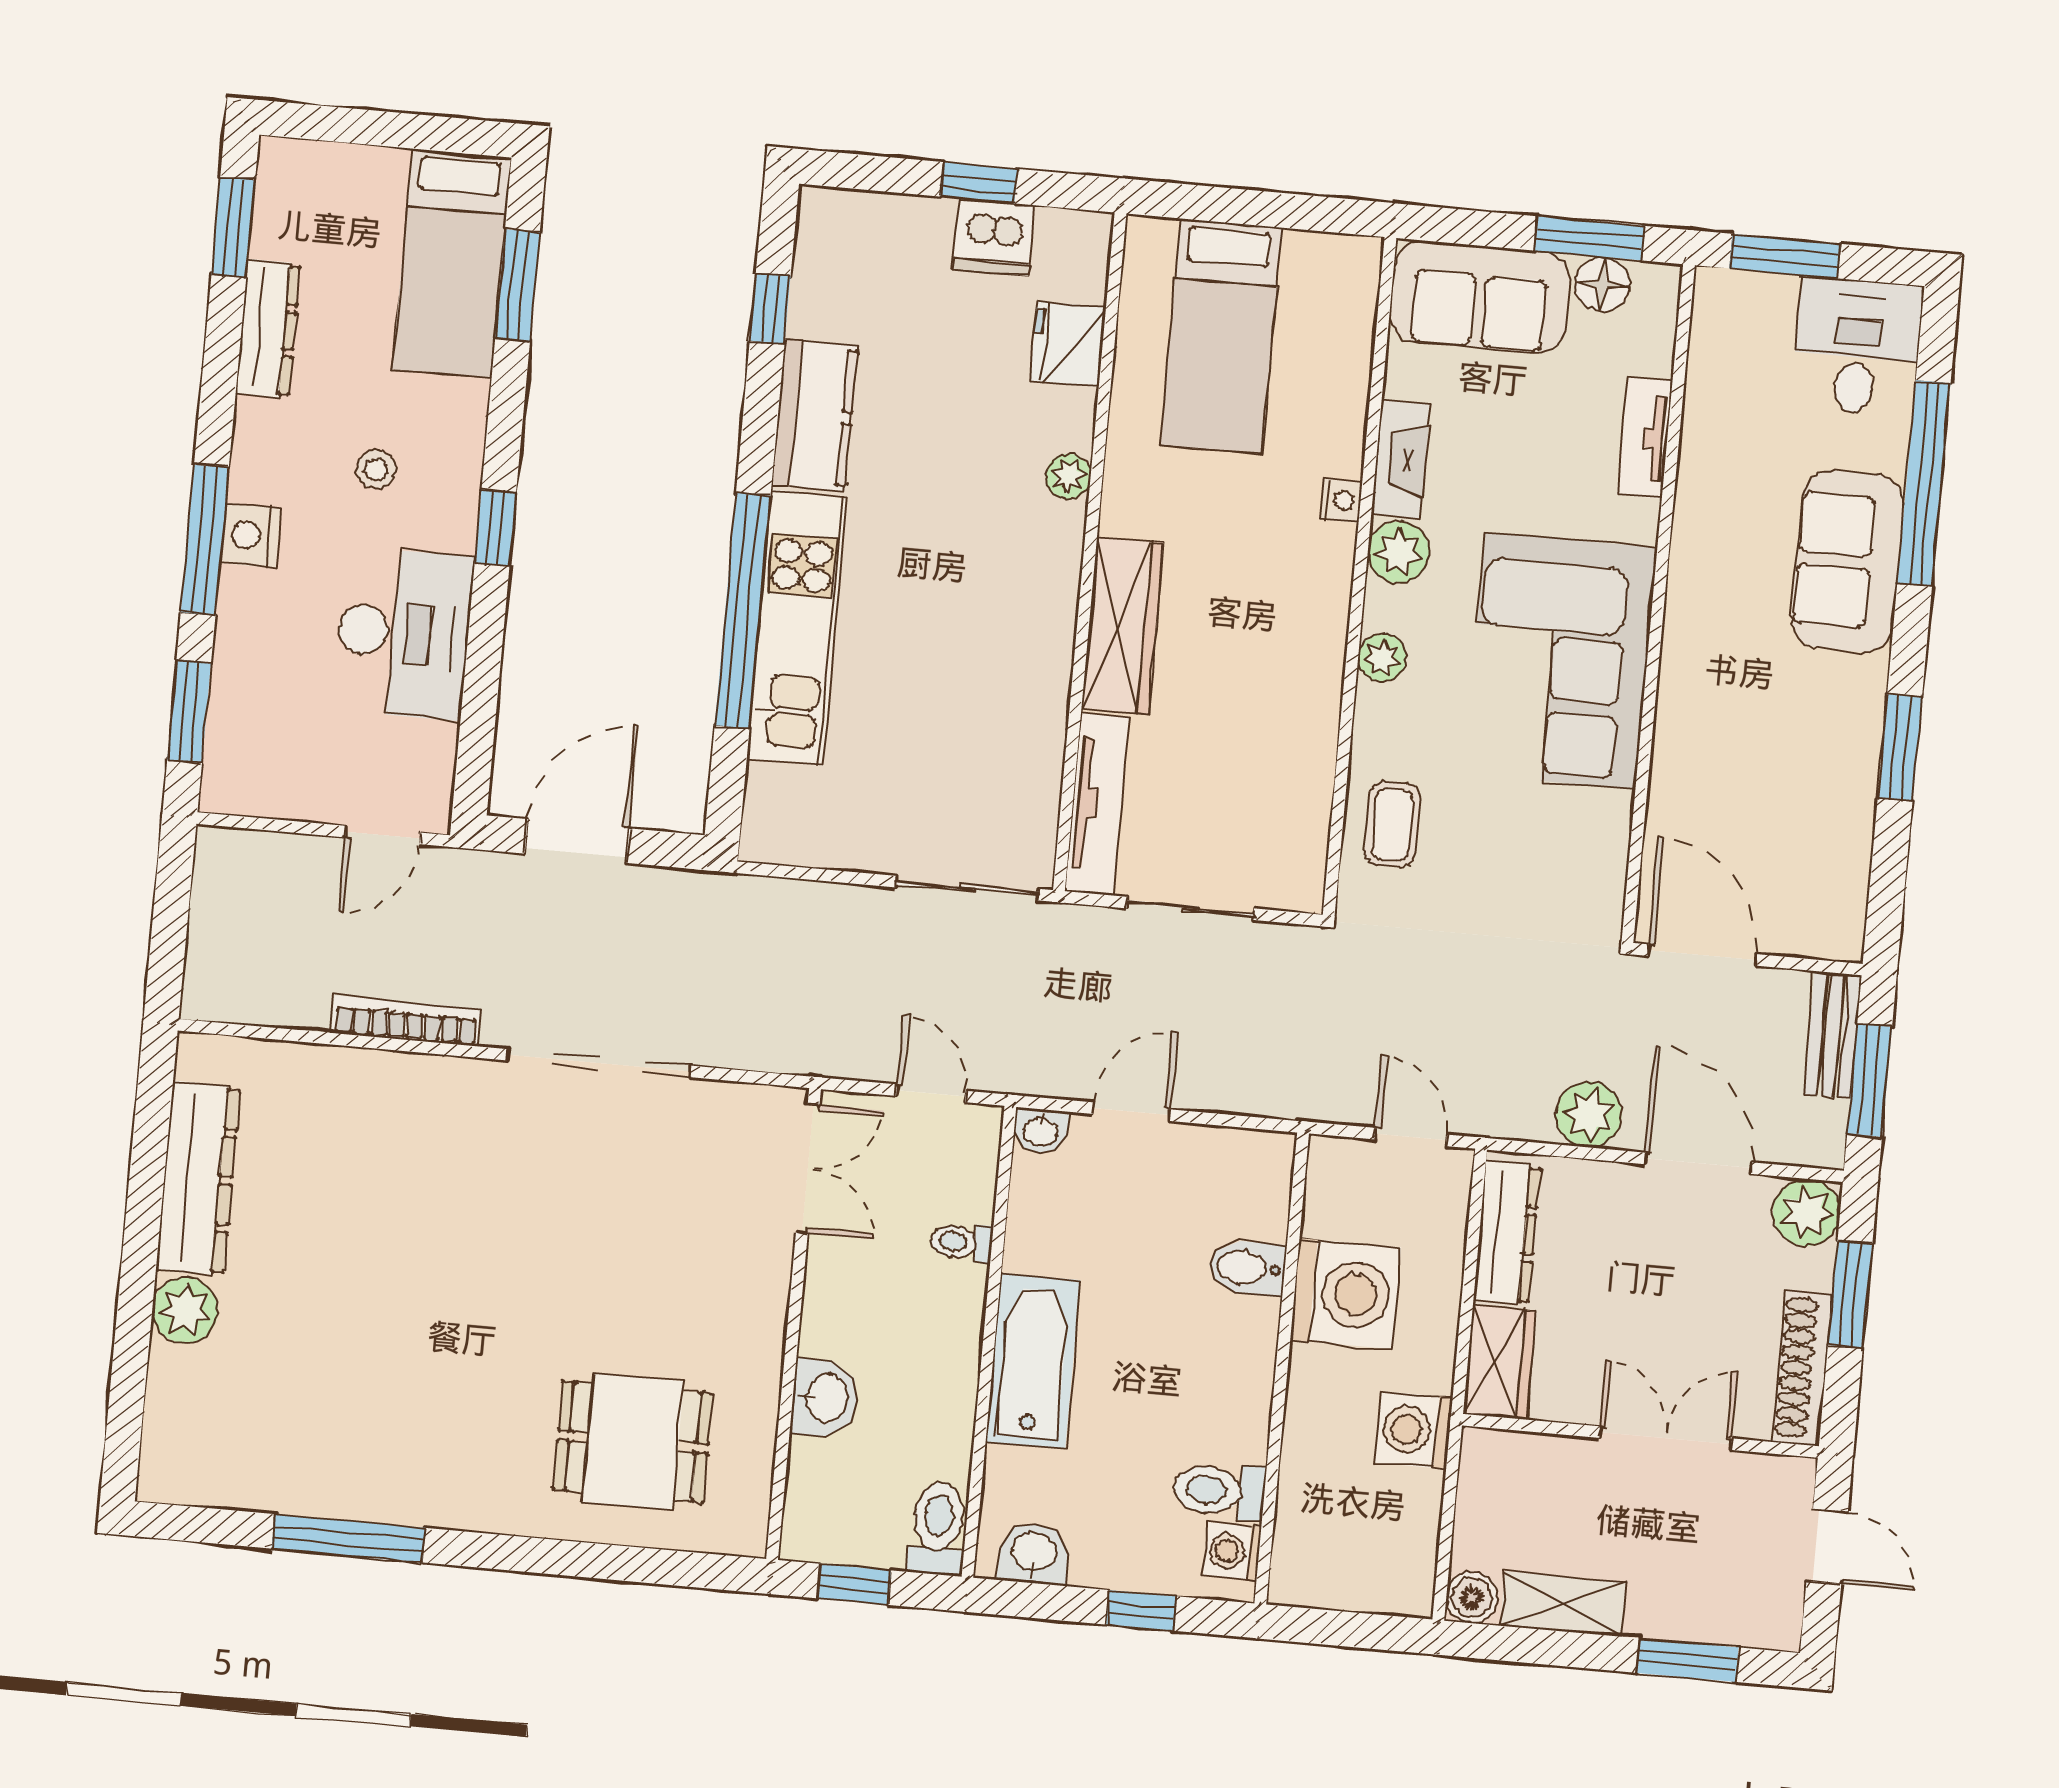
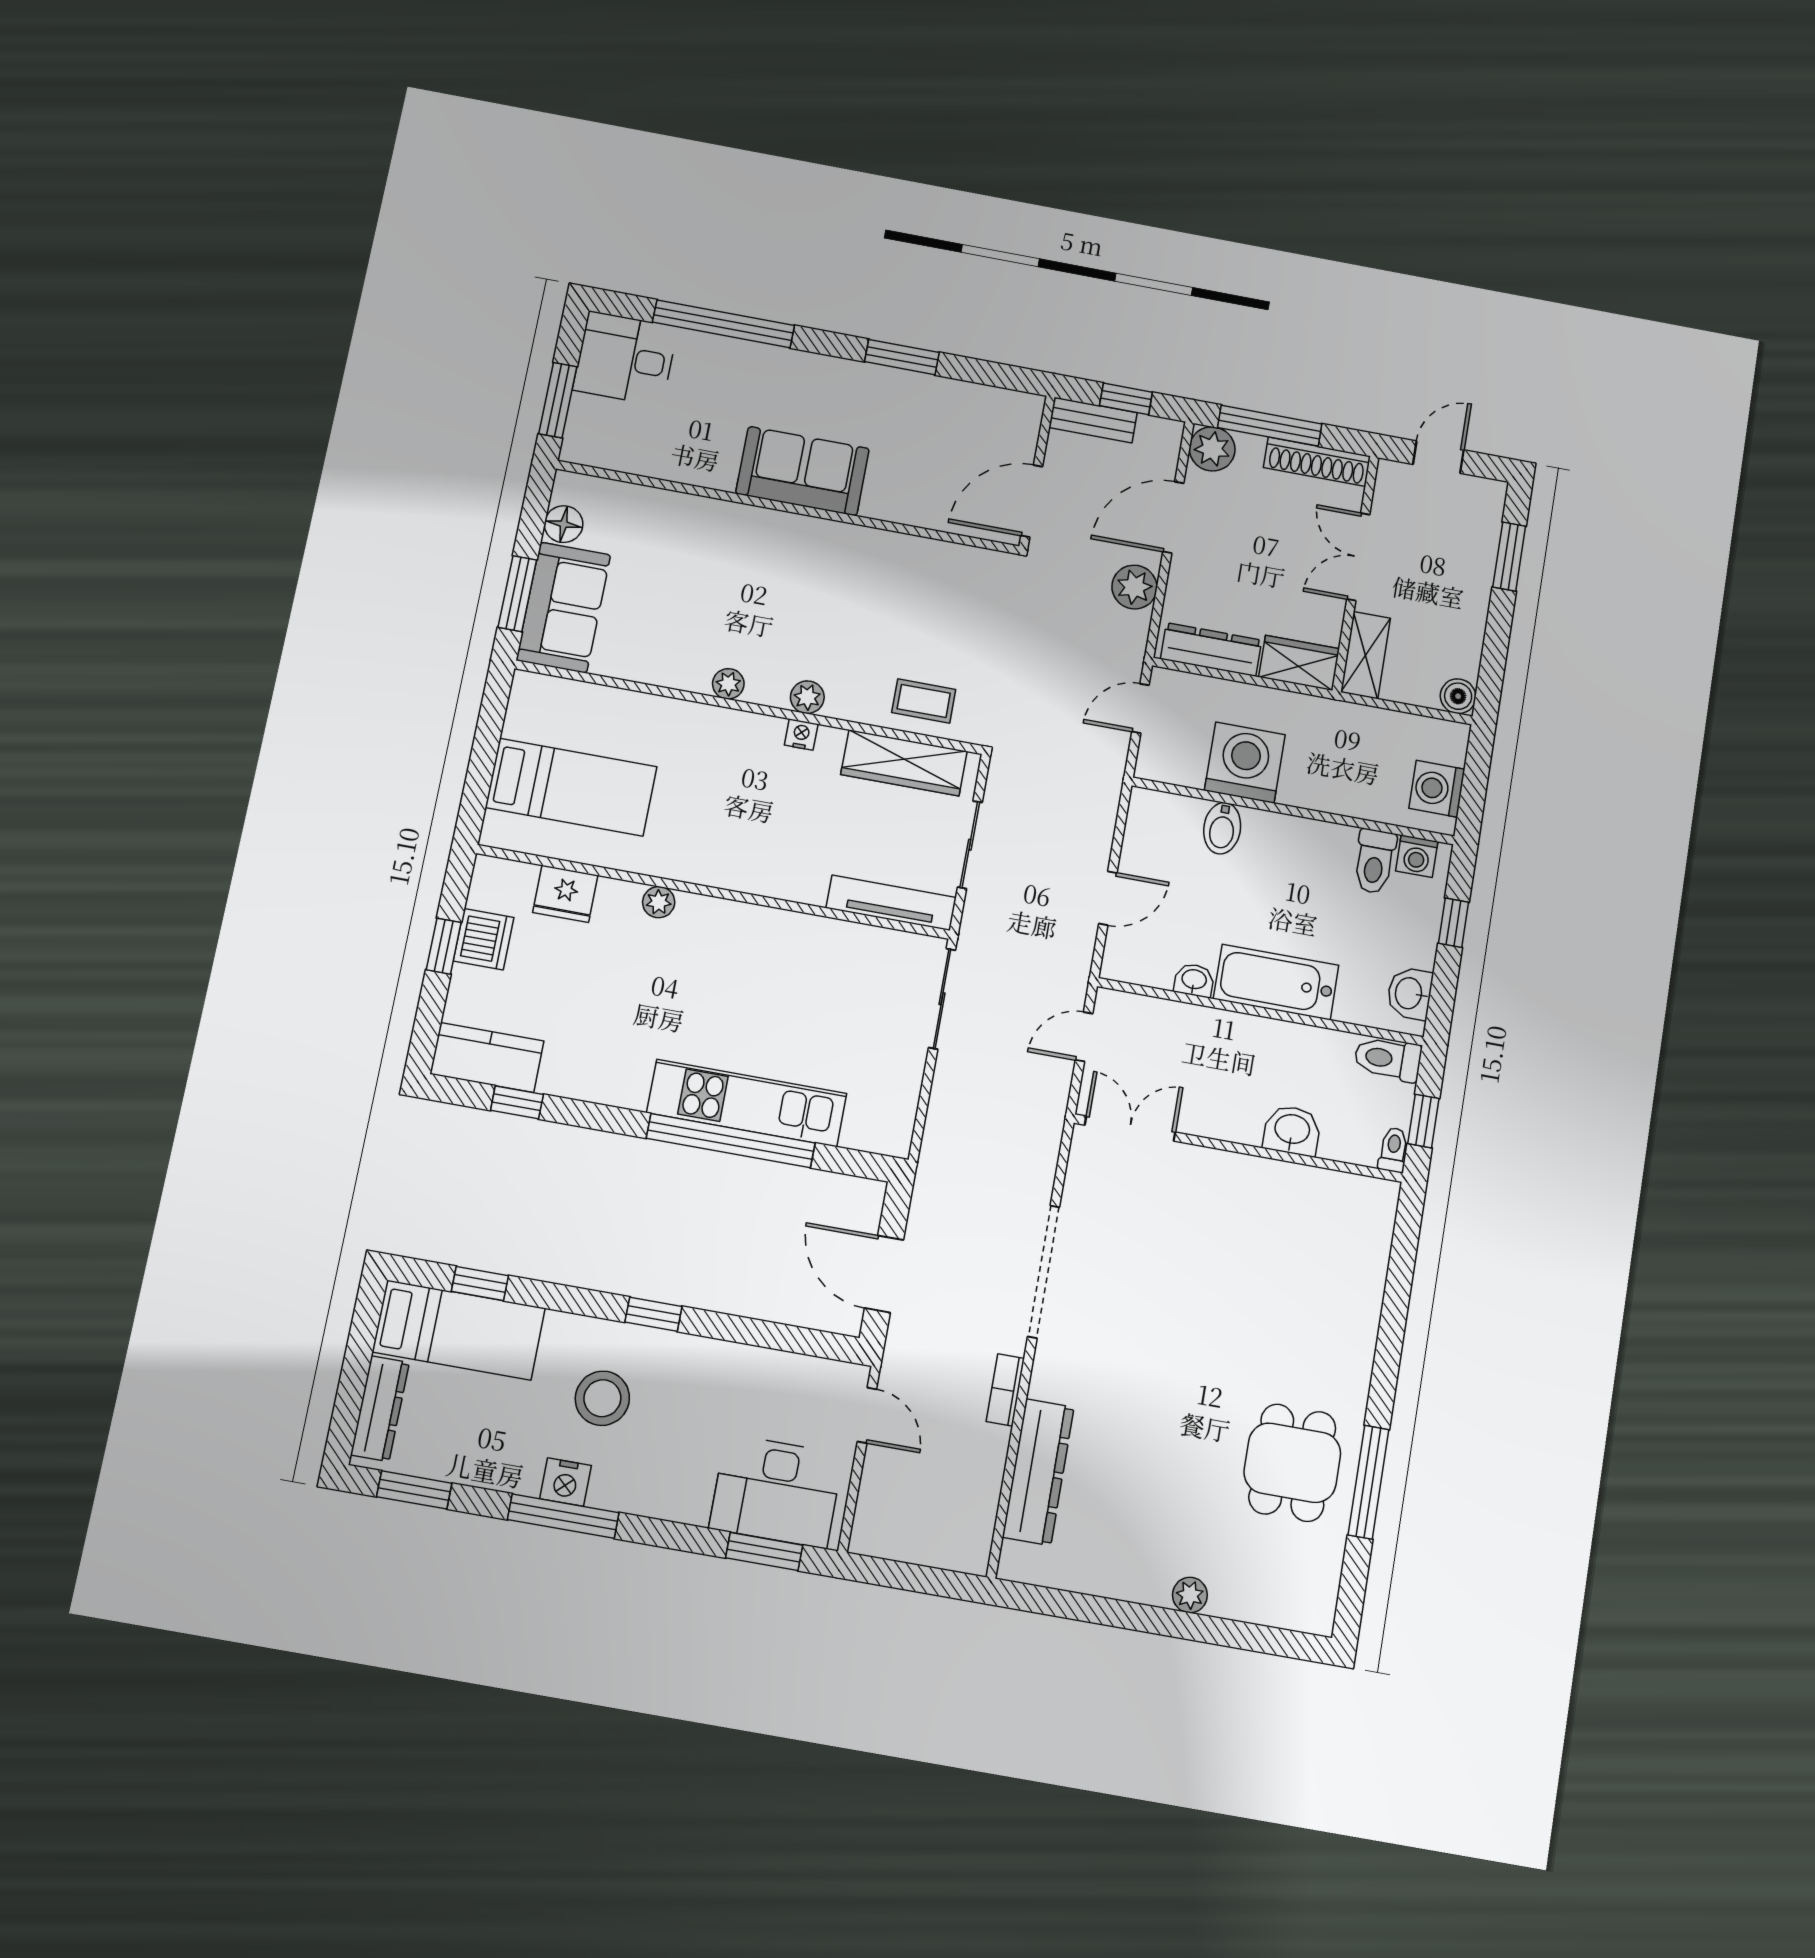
window: (1590, 238) -> (517, 594), moved
window: (517, 285) -> (480, 1284), width x0.67
dresser: (268, 329) -> (380, 1409), moved, turned 90
kitchen counter: (815, 415) -> (487, 1057), moved
tv unit: (1645, 438) -> (673, 506), removed
fireplace: (1401, 459) -> (670, 672), removed
stool: (376, 470) -> (602, 1398), width x1.89, depth x1.89
nightstand: (1341, 500) -> (801, 735), moved
nightstand: (251, 536) -> (565, 1482), moved
window: (205, 540) -> (563, 1516), moved
plant: (1398, 552) -> (728, 684), width x0.73, depth x0.73
sofa: (1848, 561) -> (803, 471), moved, turned 180
wardrobe: (1122, 625) -> (904, 763), moved, turned 180
desk: (403, 633) -> (776, 1491), moved, turned 180
corner sofa: (1560, 661) -> (821, 577), removed
bookcase: (406, 1021) -> (1005, 1390), width x0.64
window: (1870, 1080) -> (1126, 399), width x0.67
door: (1131, 1112) -> (1108, 898), swing flipped
washbasin: (1041, 1131) -> (1194, 980), moved, turned -90
dresser: (198, 1178) -> (1038, 1472), moved, turned 90
toilet: (961, 1242) -> (1393, 1150), moved, turned 180
window: (1850, 1295) -> (1270, 426), width x1.44
plant: (185, 1310) -> (1190, 1595), width x0.73, depth x0.73
washing machine: (1414, 1430) -> (1437, 789), moved, turned 90
dining table: (633, 1442) -> (1292, 1463), moved
shelving: (1563, 1604) -> (1366, 655), moved

